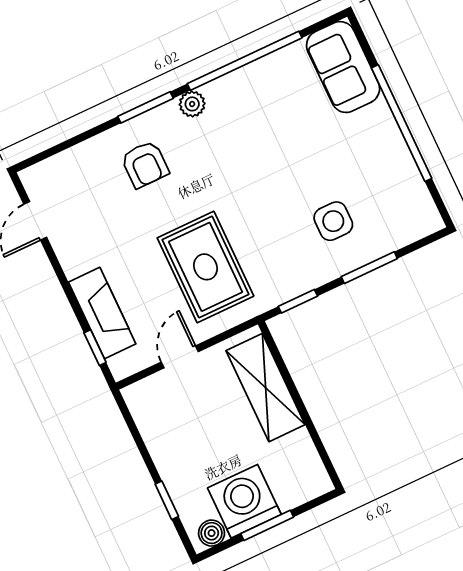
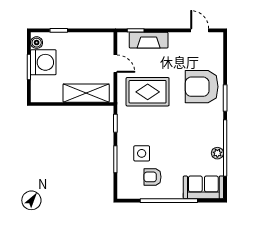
plant: (192, 104) -> (217, 153), moved
armchair: (145, 164) -> (202, 87), width x1.88, depth x1.88
armchair: (370, 178) -> (153, 177), added

